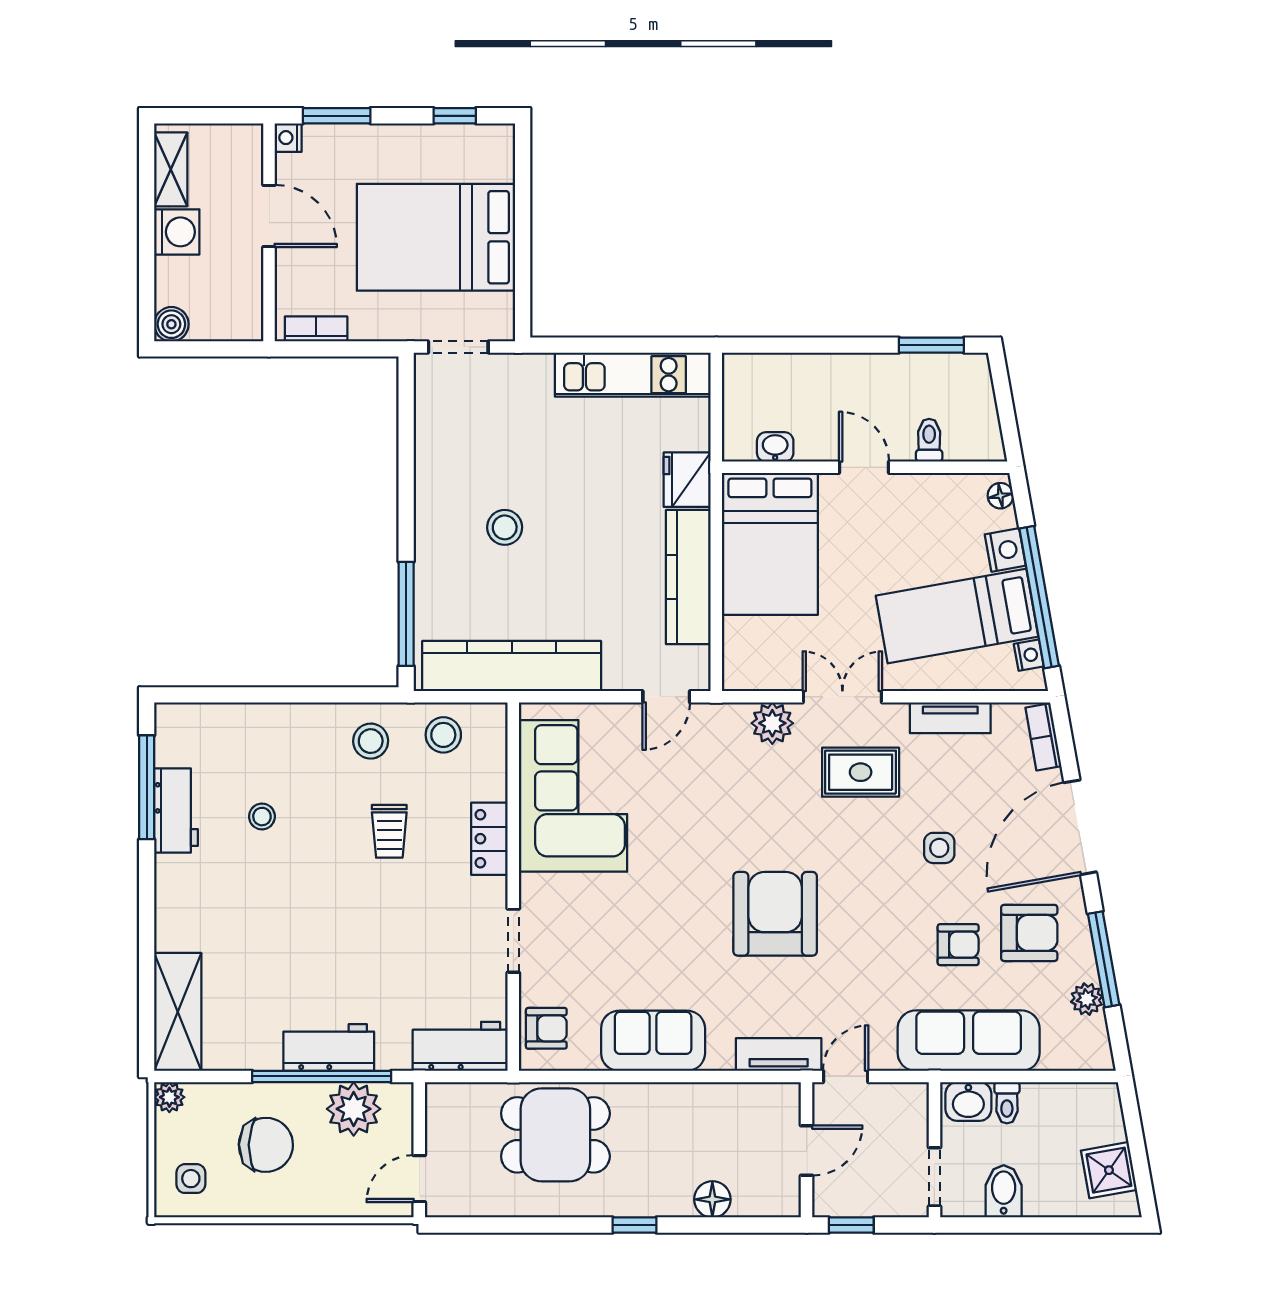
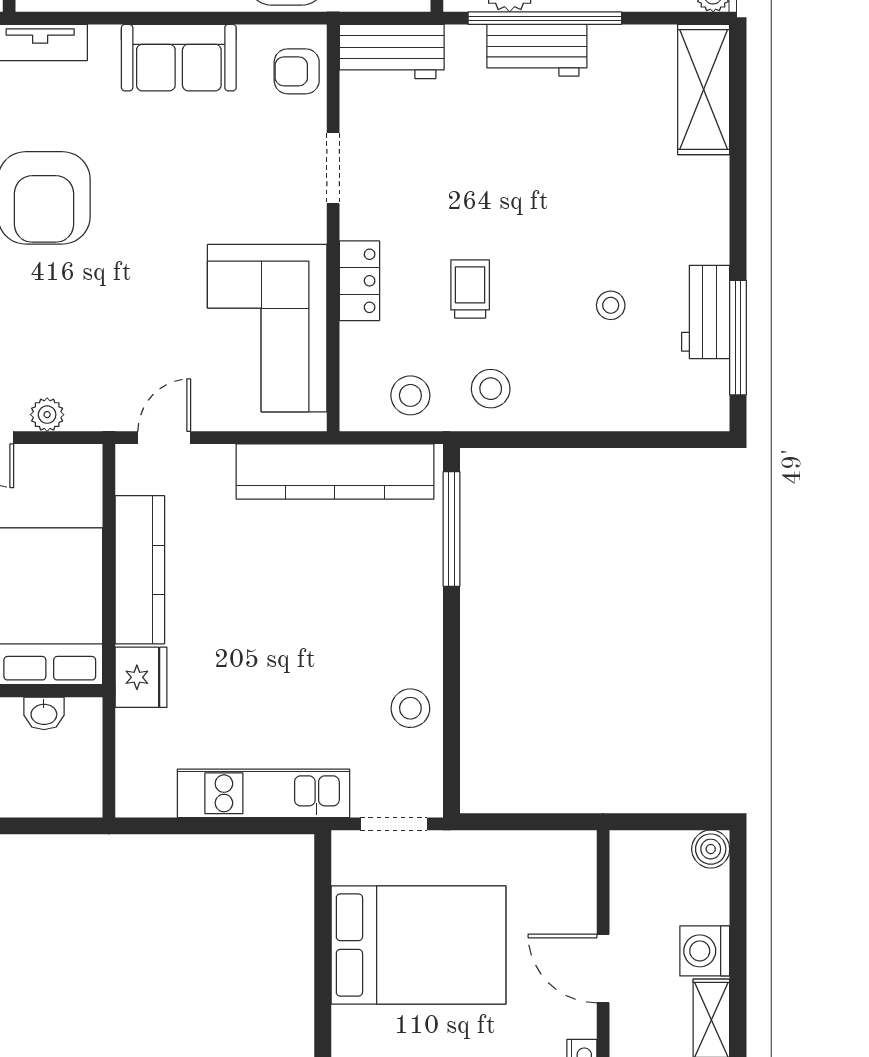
bookcase: (316, 329) -> (551, 844), removed
kitchen unit: (633, 375) -> (264, 793), moved
stool: (505, 527) -> (410, 708), moved
plant: (772, 723) -> (47, 415), width x0.73, depth x0.73

